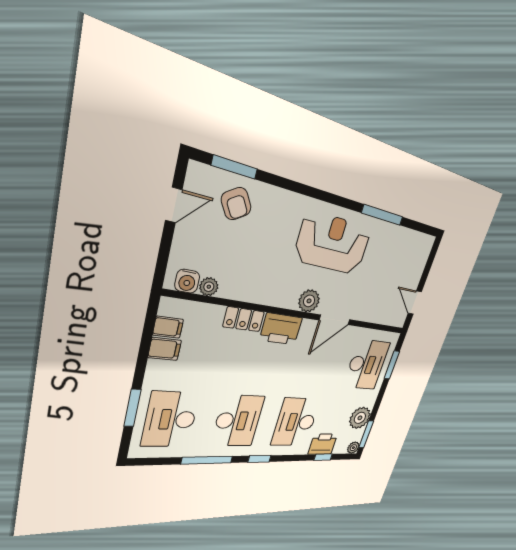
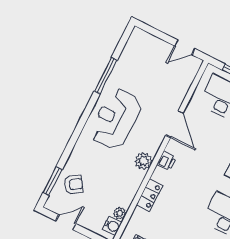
door: (174, 205) -> (66, 222), hinge flipped
plant: (309, 301) -> (143, 161), moved
printer: (281, 329) -> (166, 161), width x0.53, depth x0.68

